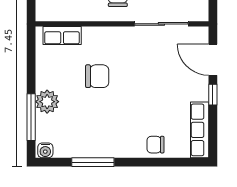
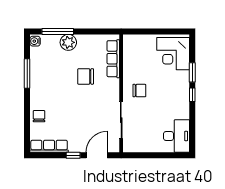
row of seats: (62, 36) -> (113, 59), width x1.48
chair: (97, 76) -> (86, 76), turned 90

